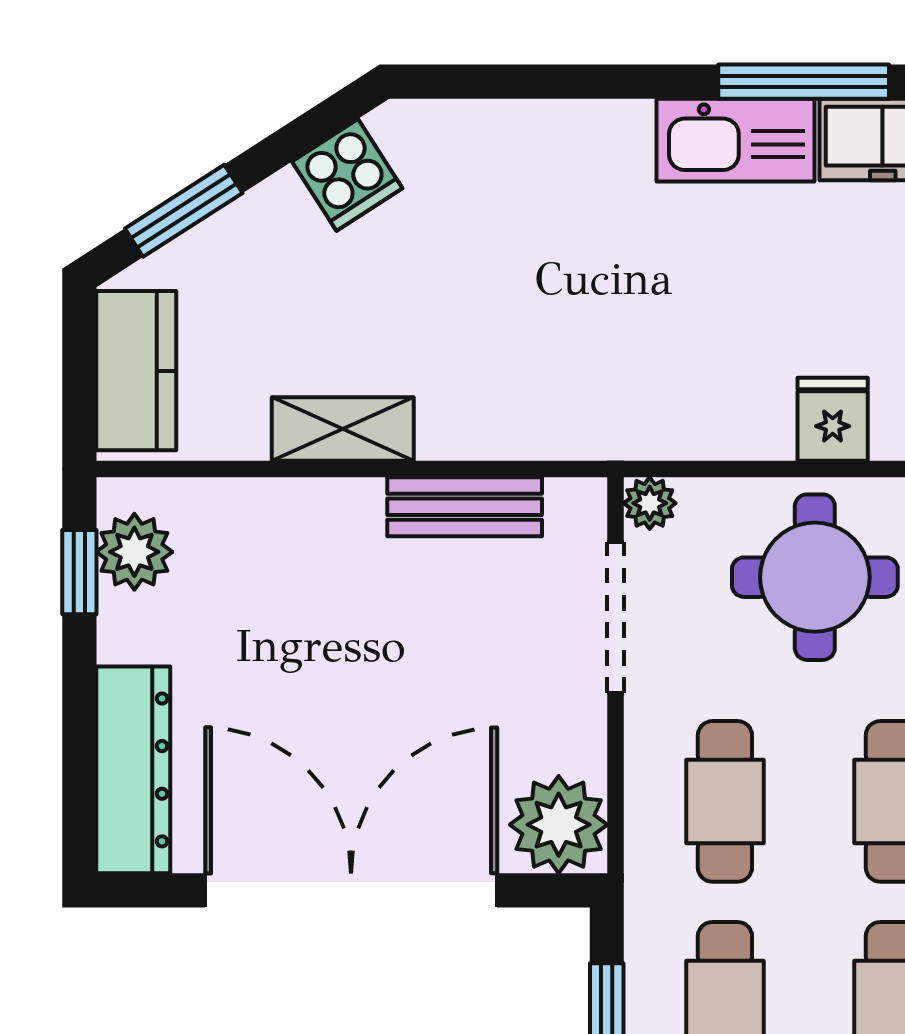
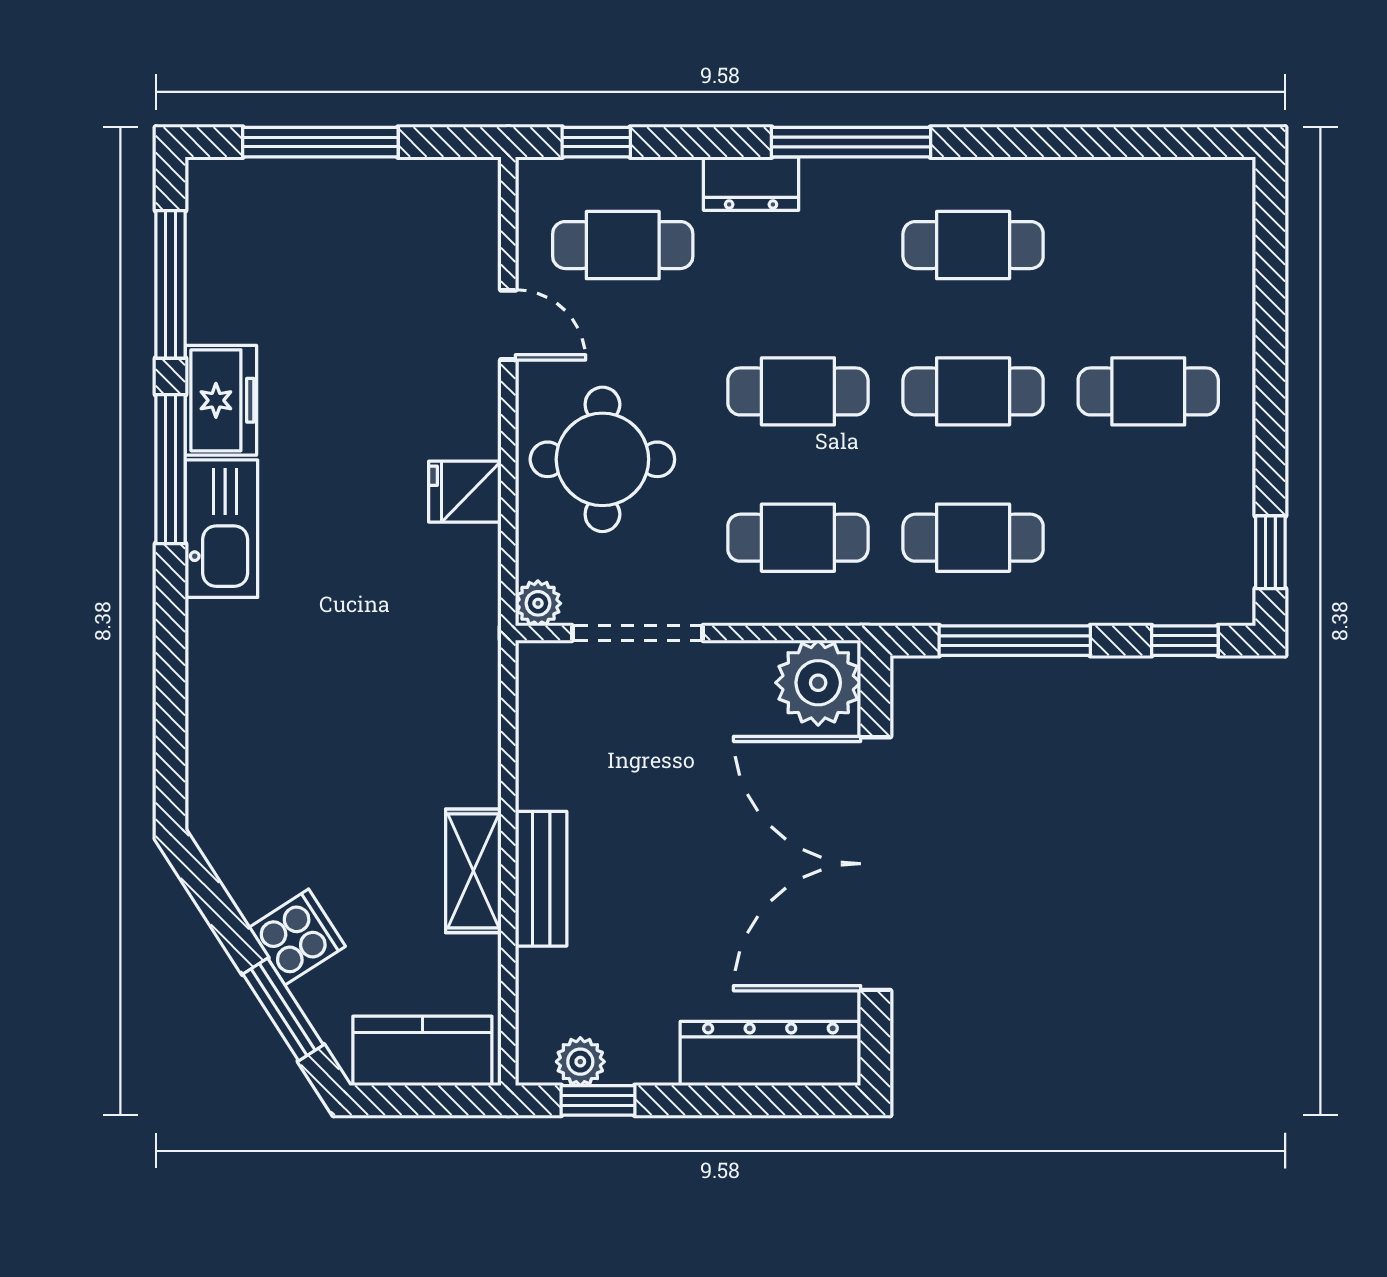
cooker: (347, 175) -> (297, 937), moved
fridge: (833, 419) -> (465, 492), moved
bench: (465, 507) -> (541, 879), moved
plant: (134, 552) -> (580, 1062), width x0.73, depth x0.73

